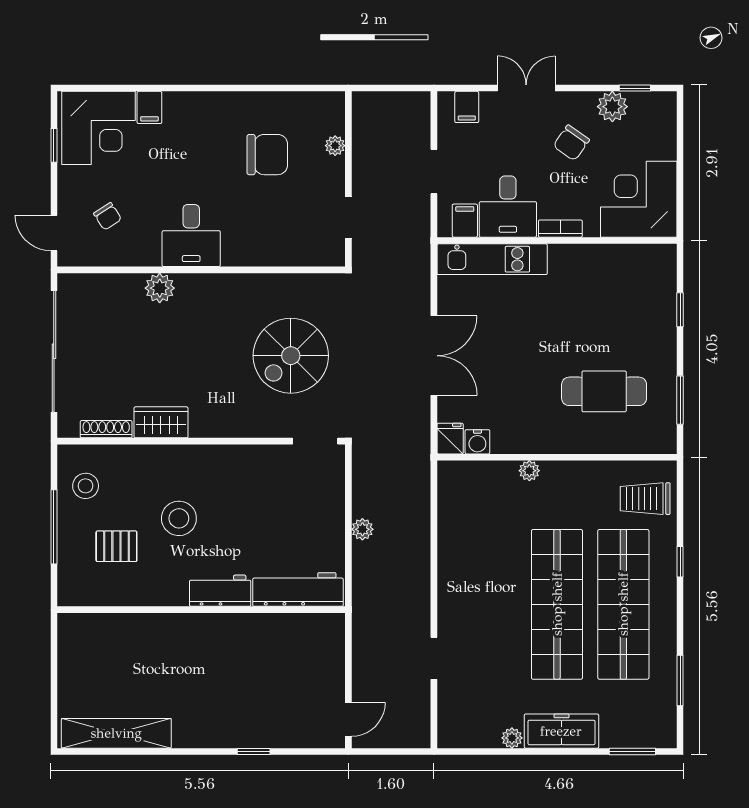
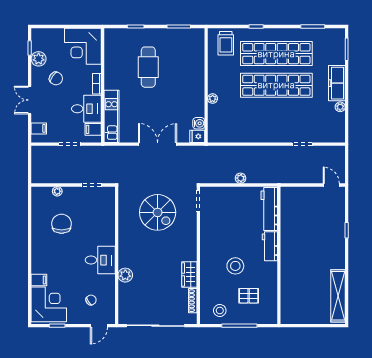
cafe table: (604, 391) -> (148, 67), moved
pallet: (116, 546) -> (249, 296), turned 90

